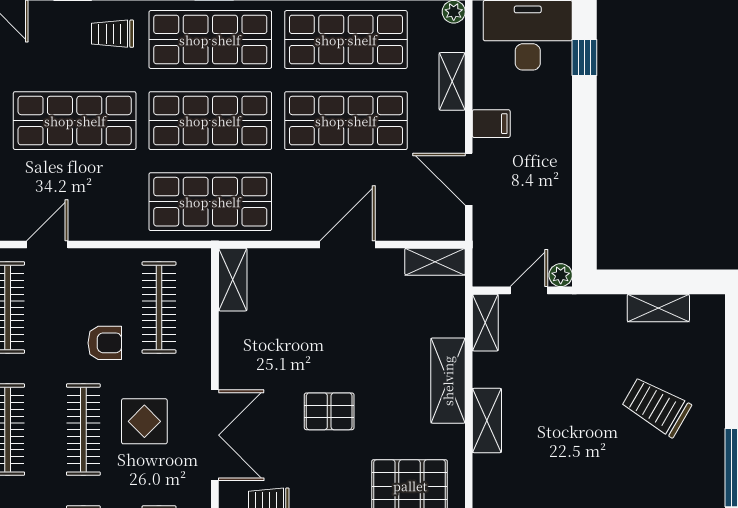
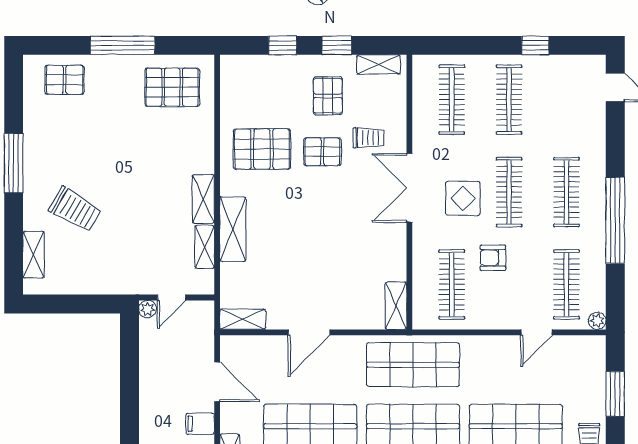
shelving: (658, 308) -> (33, 255), moved, turned 90
shelving: (485, 323) -> (205, 247), moved
pallet: (329, 411) -> (322, 152), moved

